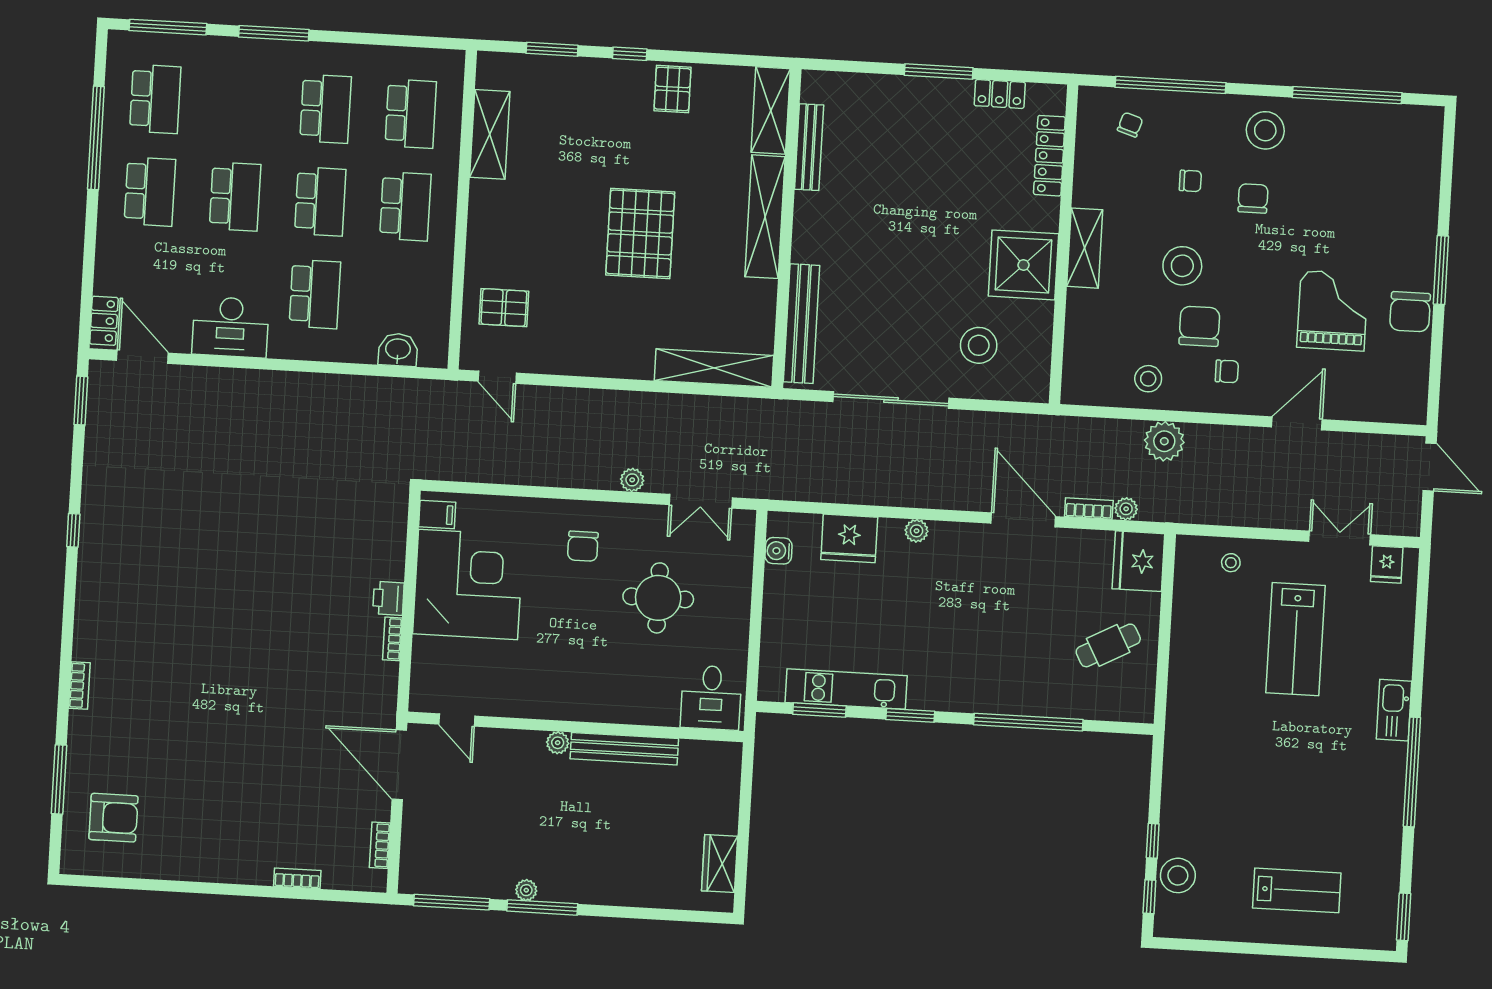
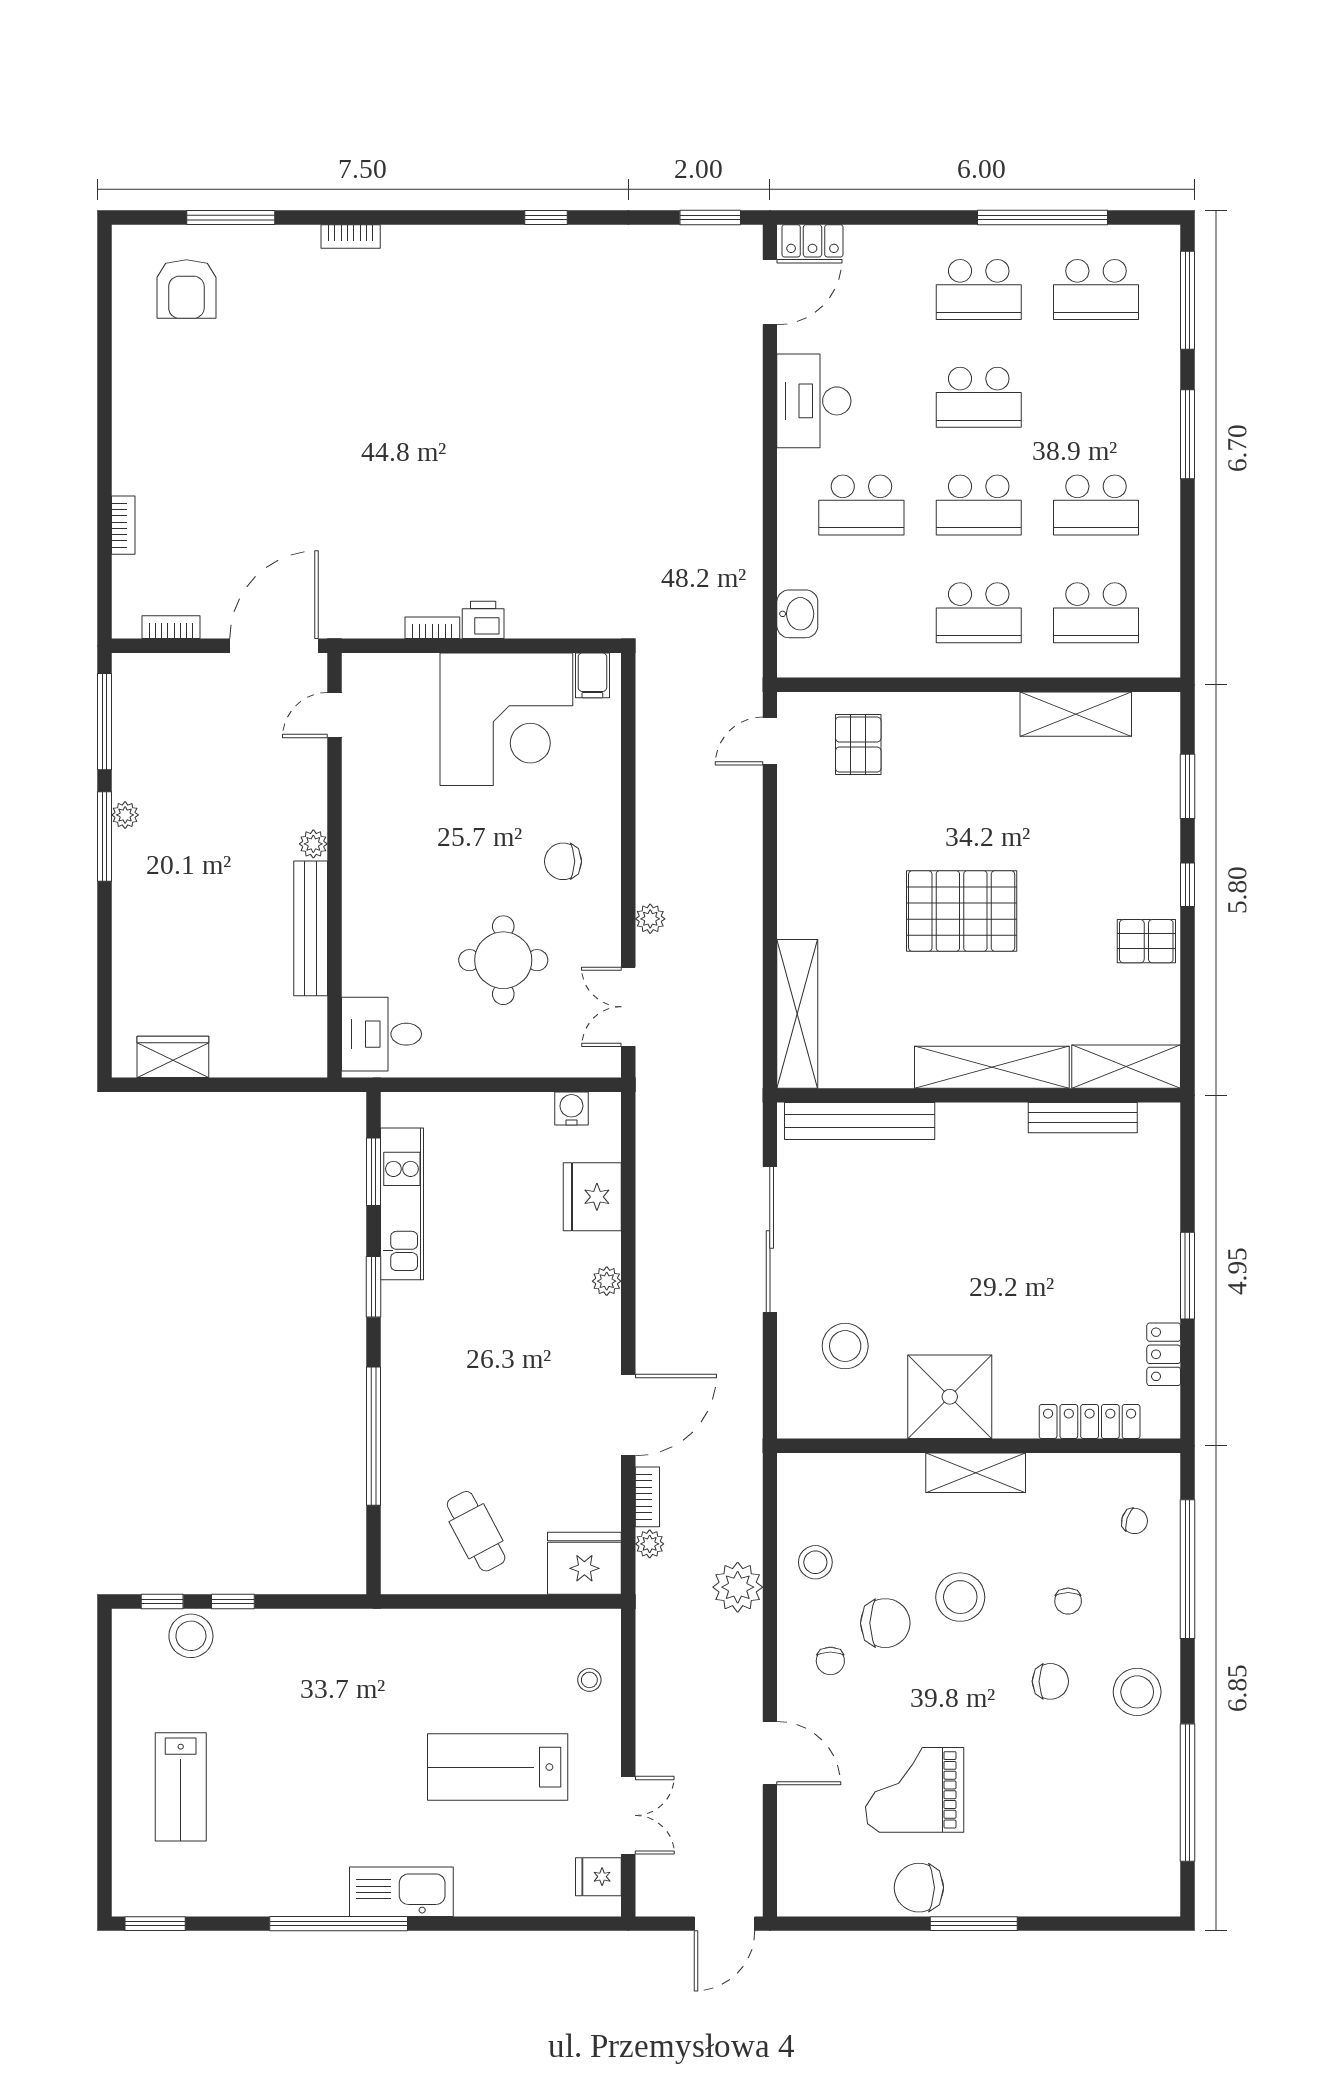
grand piano: (1332, 311) -> (915, 1790), turned 180
kitchen sink: (1394, 710) -> (401, 1892), width x1.36, depth x1.24

